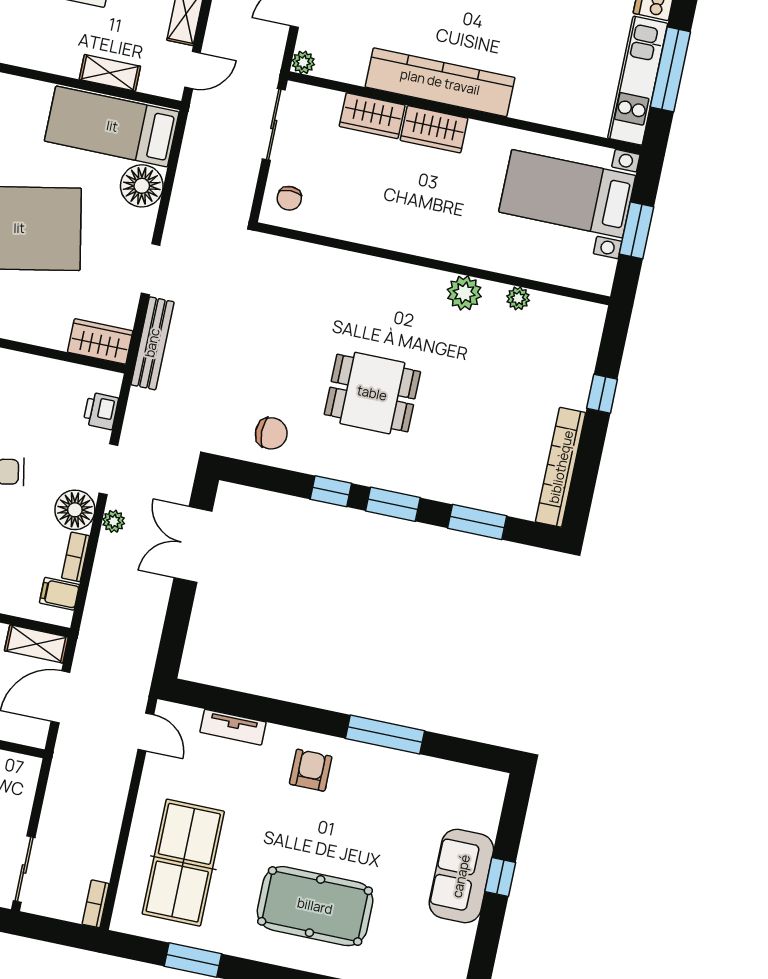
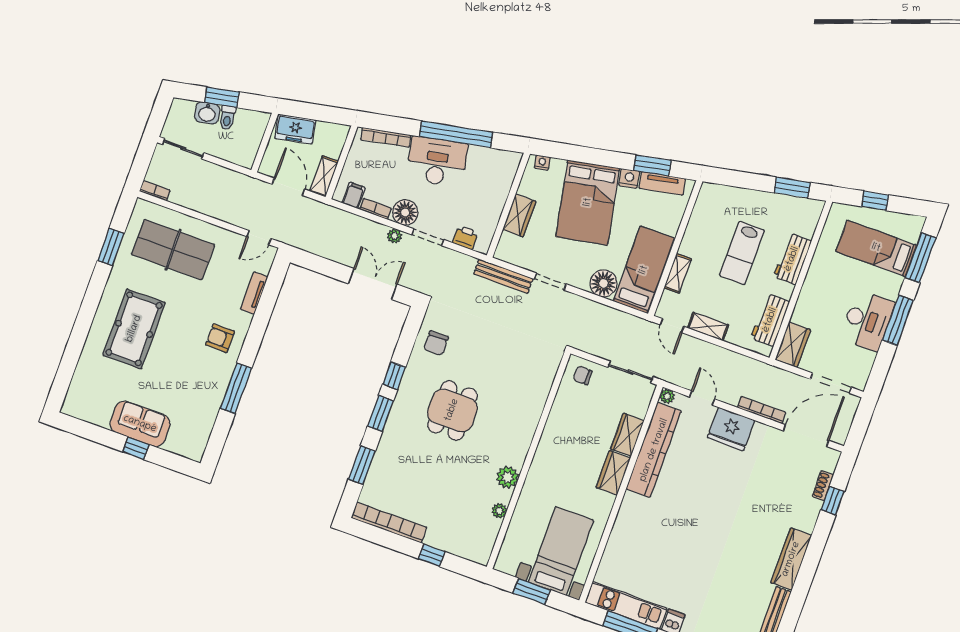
kitchen counter: (440, 82) -> (654, 450), moved
wardrobe: (100, 341) -> (519, 215), moved
armchair: (311, 770) -> (220, 338), turned 180

